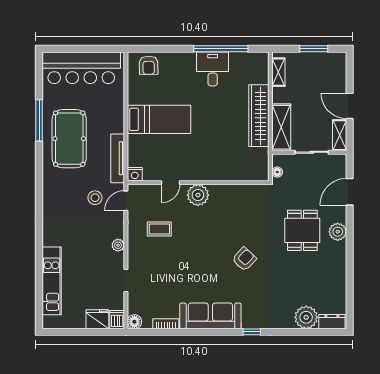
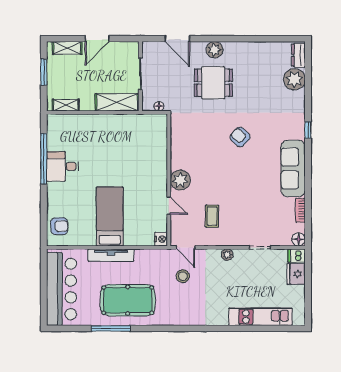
wardrobe: (259, 116) -> (106, 123), removed
shelving: (340, 135) -> (67, 48), moved
tv unit: (118, 158) -> (111, 255), moved

